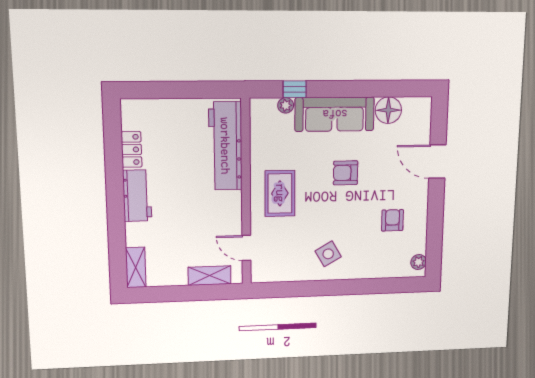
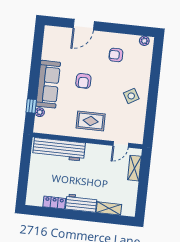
floor lamp: (388, 110) -> (50, 52), removed
shelving: (136, 267) -> (109, 208), moved

